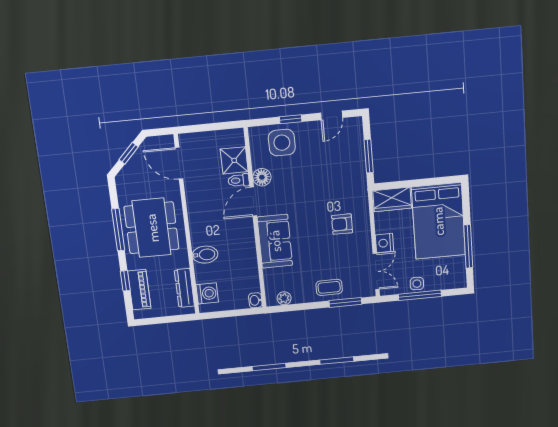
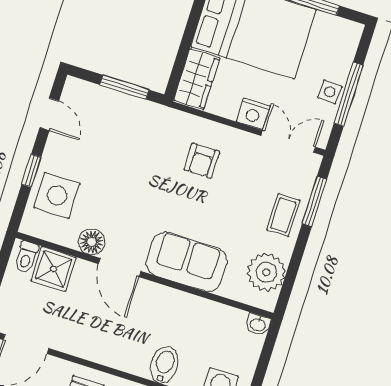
toilet: (239, 180) -> (26, 257), moved
plant: (284, 298) -> (266, 272), width x1.88, depth x1.88

